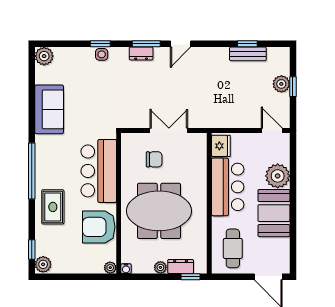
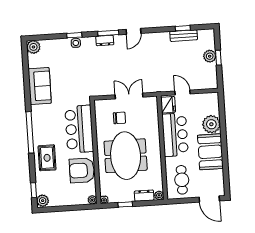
door: (272, 131) -> (182, 92), moved
meeting table: (159, 211) -> (126, 156), turned 90
plant: (160, 267) -> (159, 195), moved
window: (191, 277) -> (125, 204), moved

